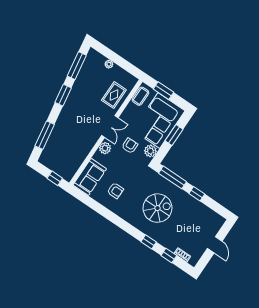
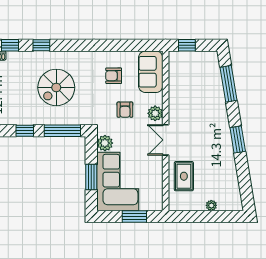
window: (77, 66) -> (244, 181), removed
coffee table: (140, 96) -> (155, 194), removed
armchair: (130, 146) -> (125, 110), moved

